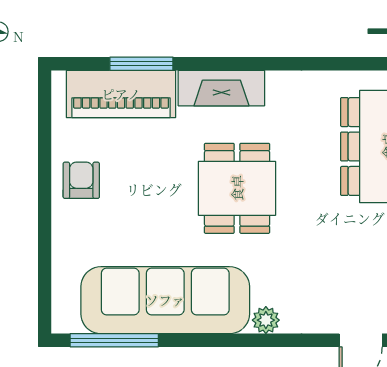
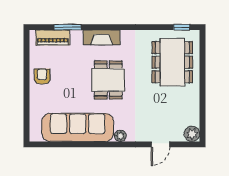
piano: (121, 94) -> (53, 37), width x0.73, depth x0.75
window: (114, 340) -> (56, 144), removed

